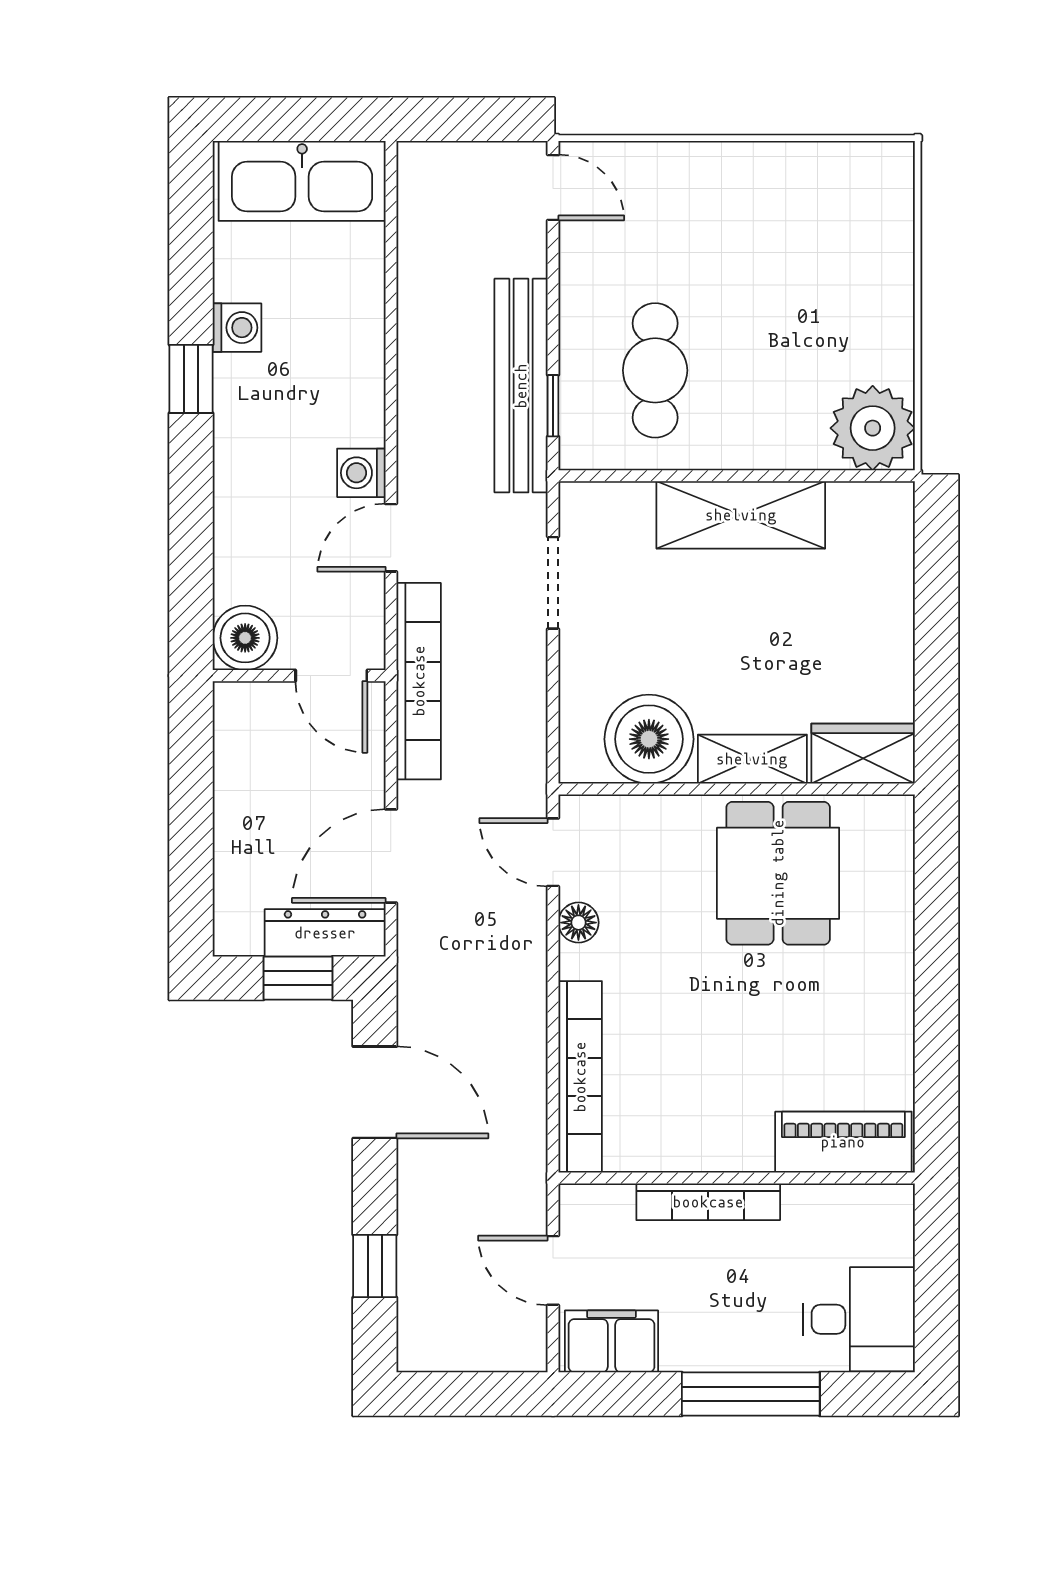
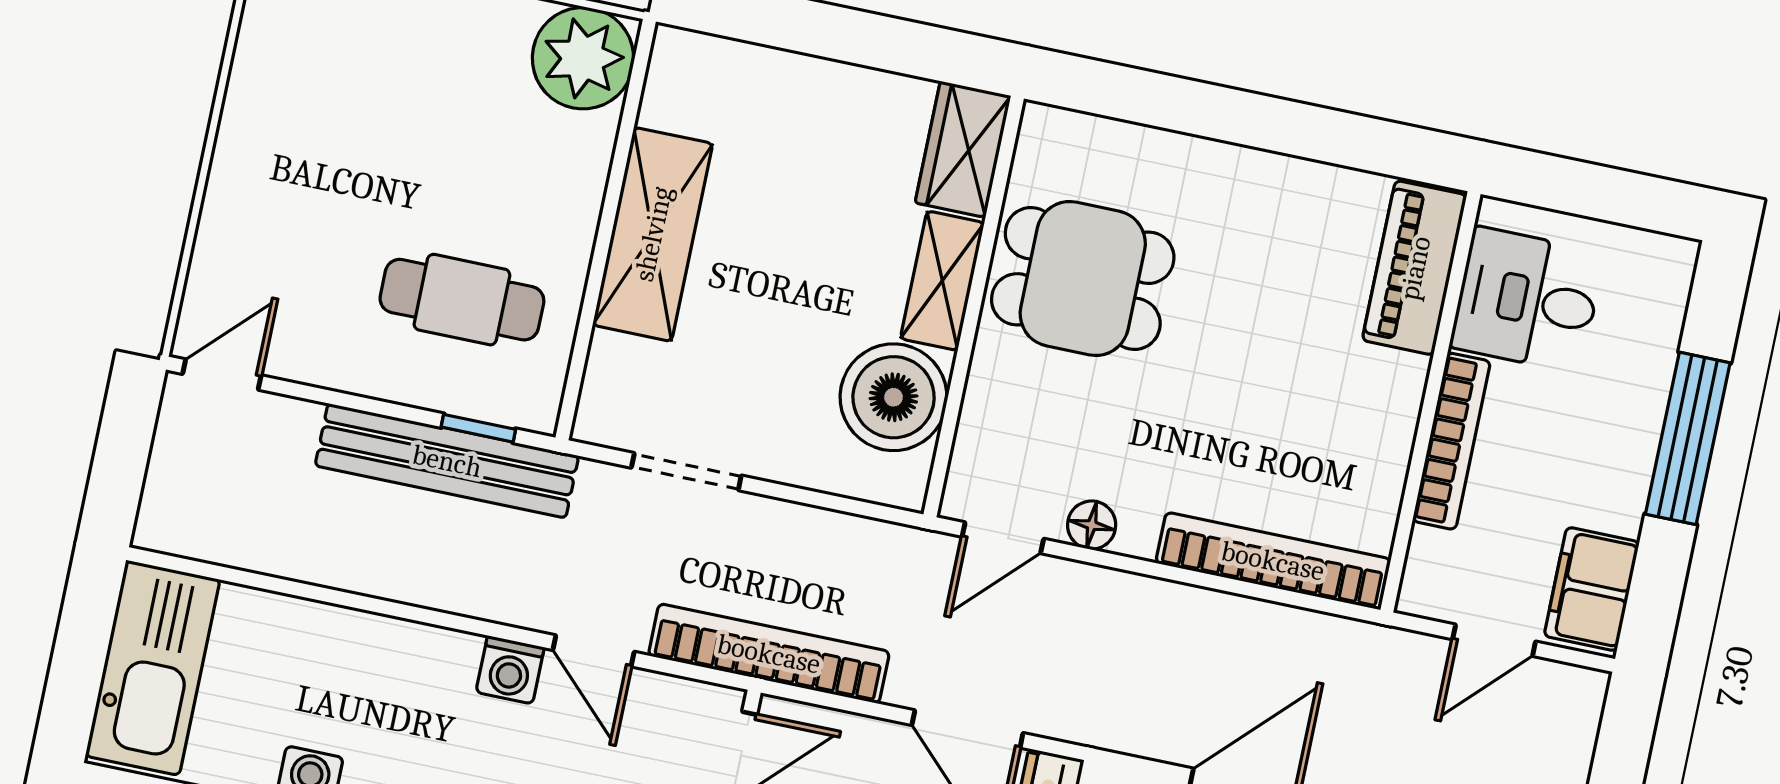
desk: (859, 1319) -> (1527, 300), moved, turned -90

